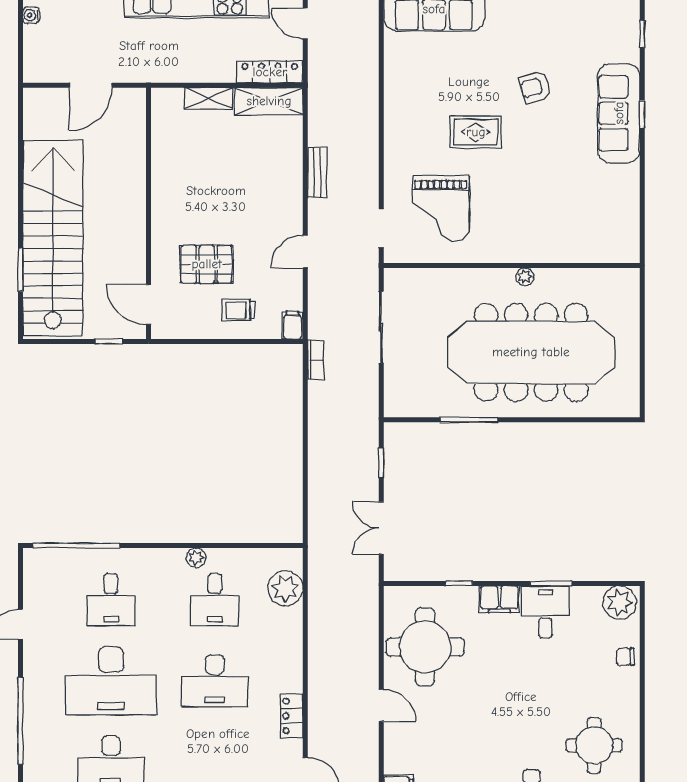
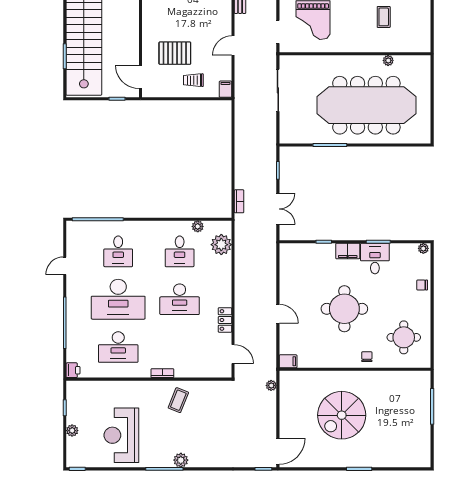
coffee table: (560, 203) -> (384, 17), added
plant: (525, 277) -> (388, 60), moved
bookcase: (315, 360) -> (239, 201), moved
double door: (381, 528) -> (278, 209), swing flipped
plant: (196, 558) -> (198, 226), moved
plant: (620, 603) -> (423, 248), width x0.53, depth x0.53
round table: (425, 647) -> (344, 309), moved

